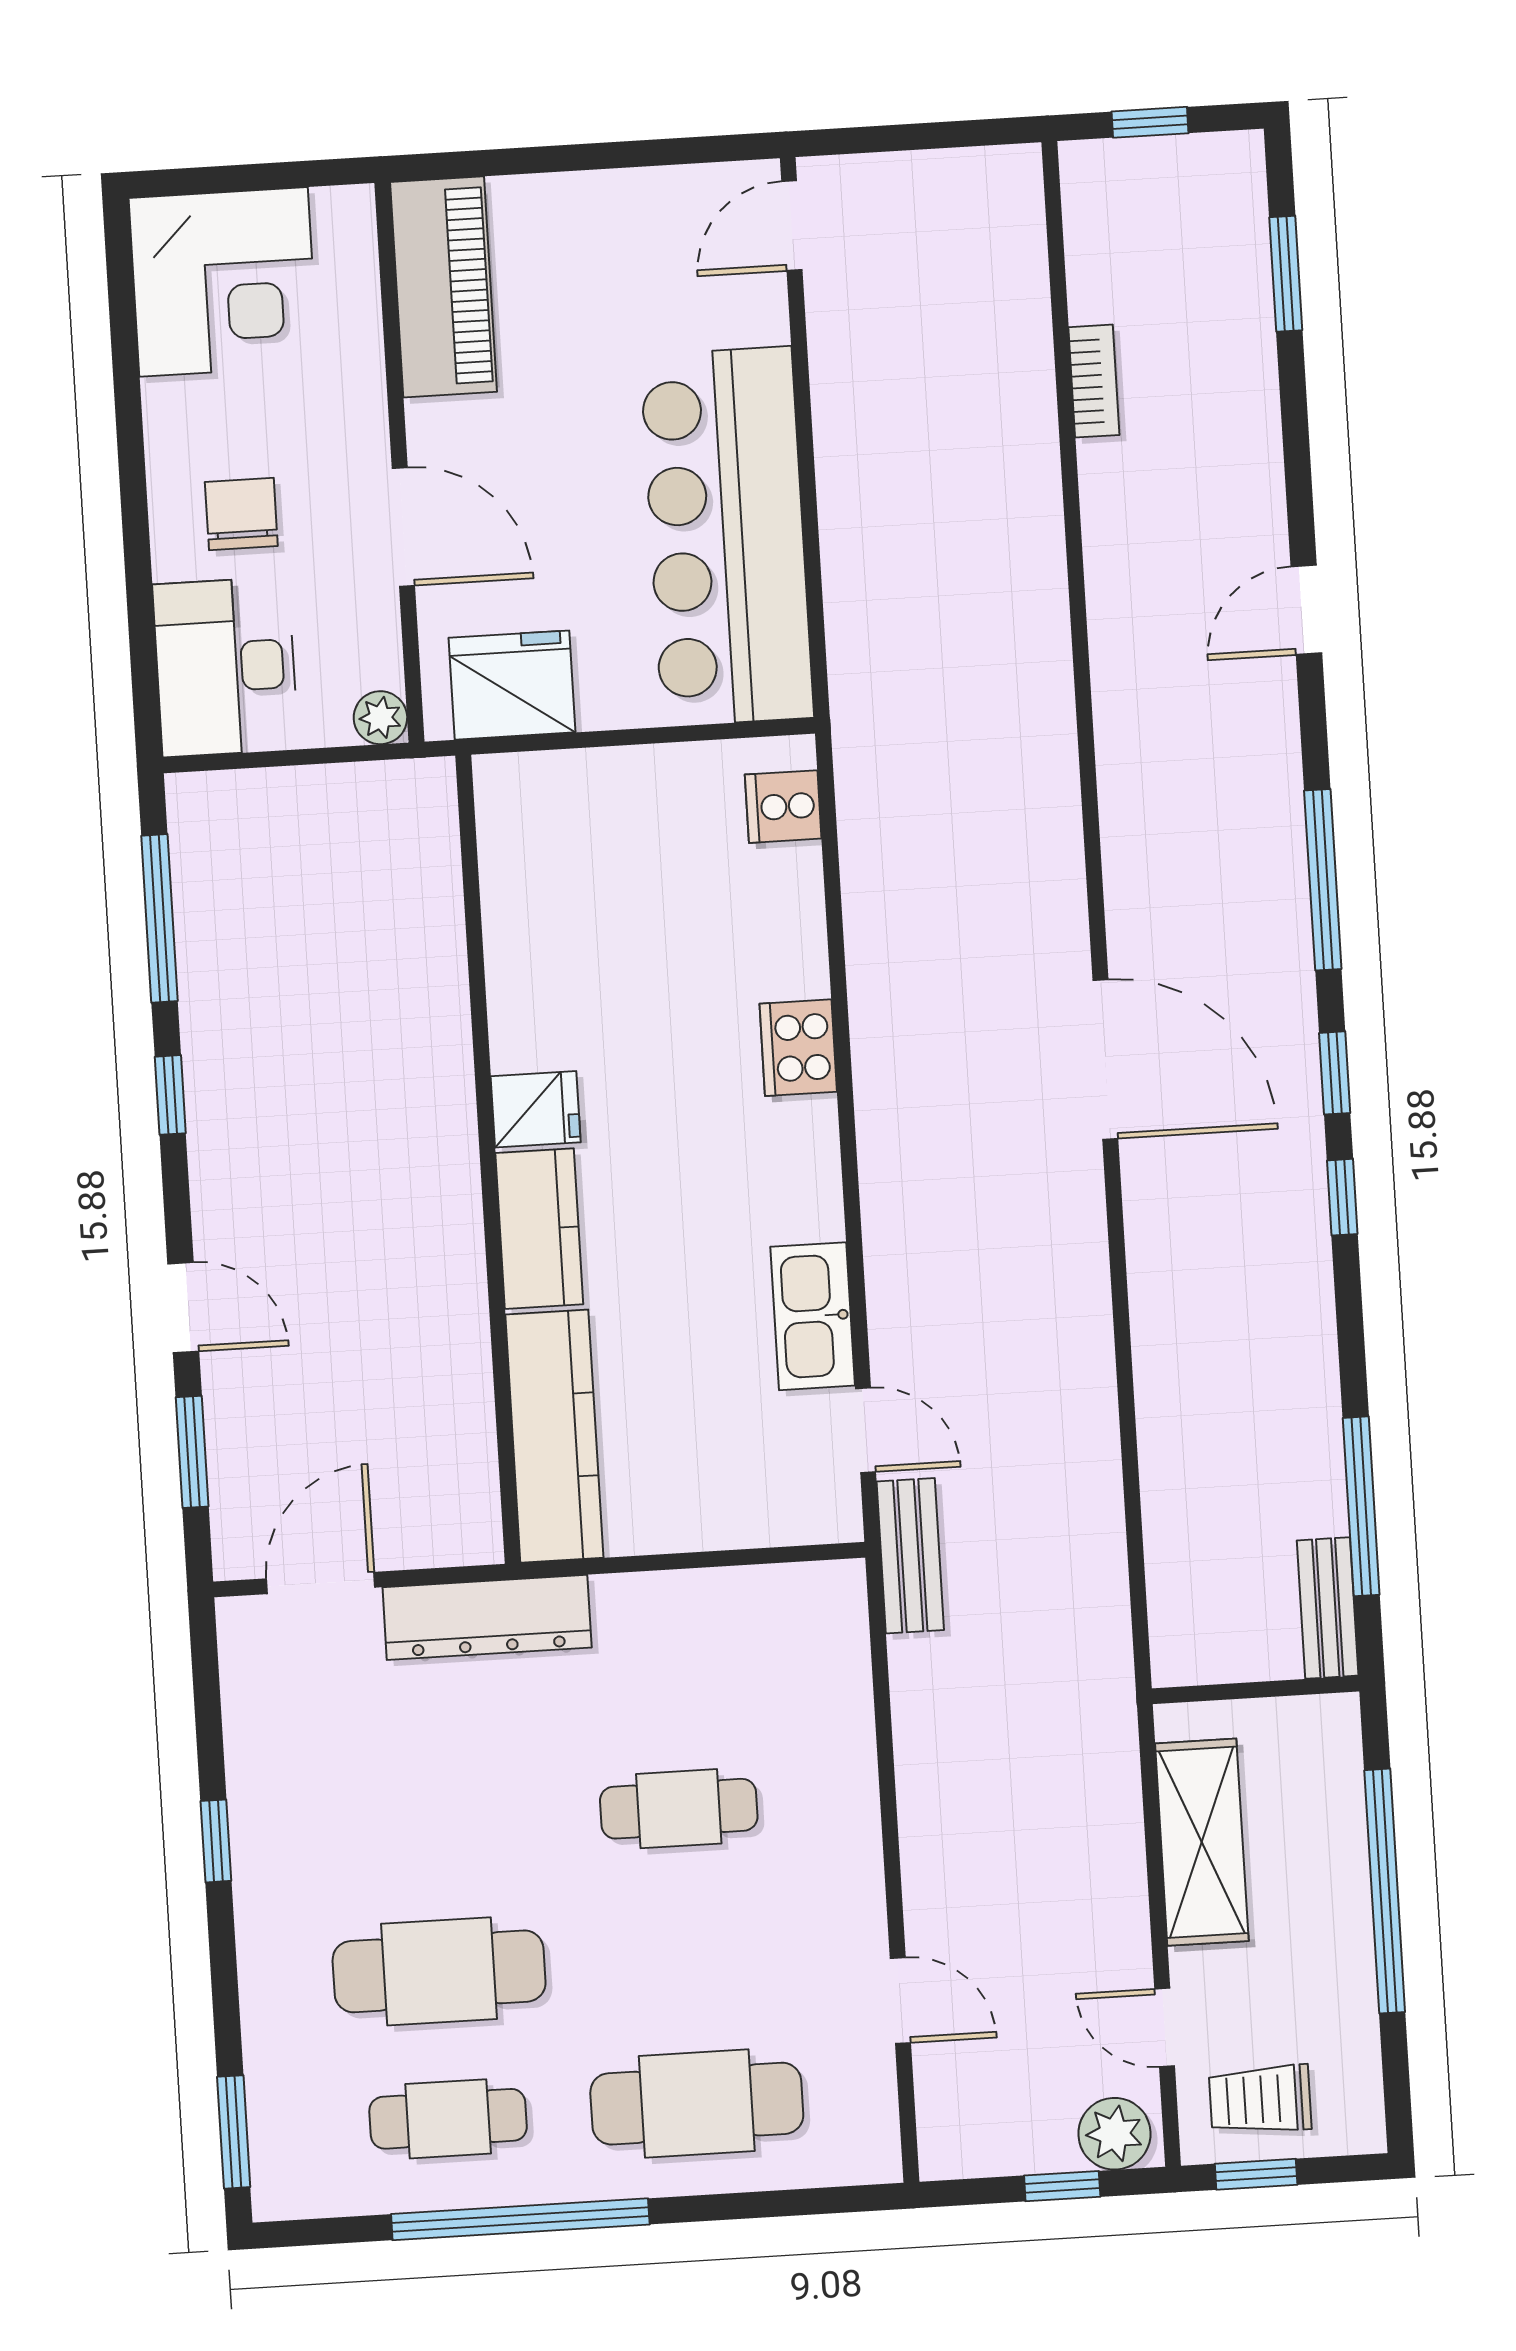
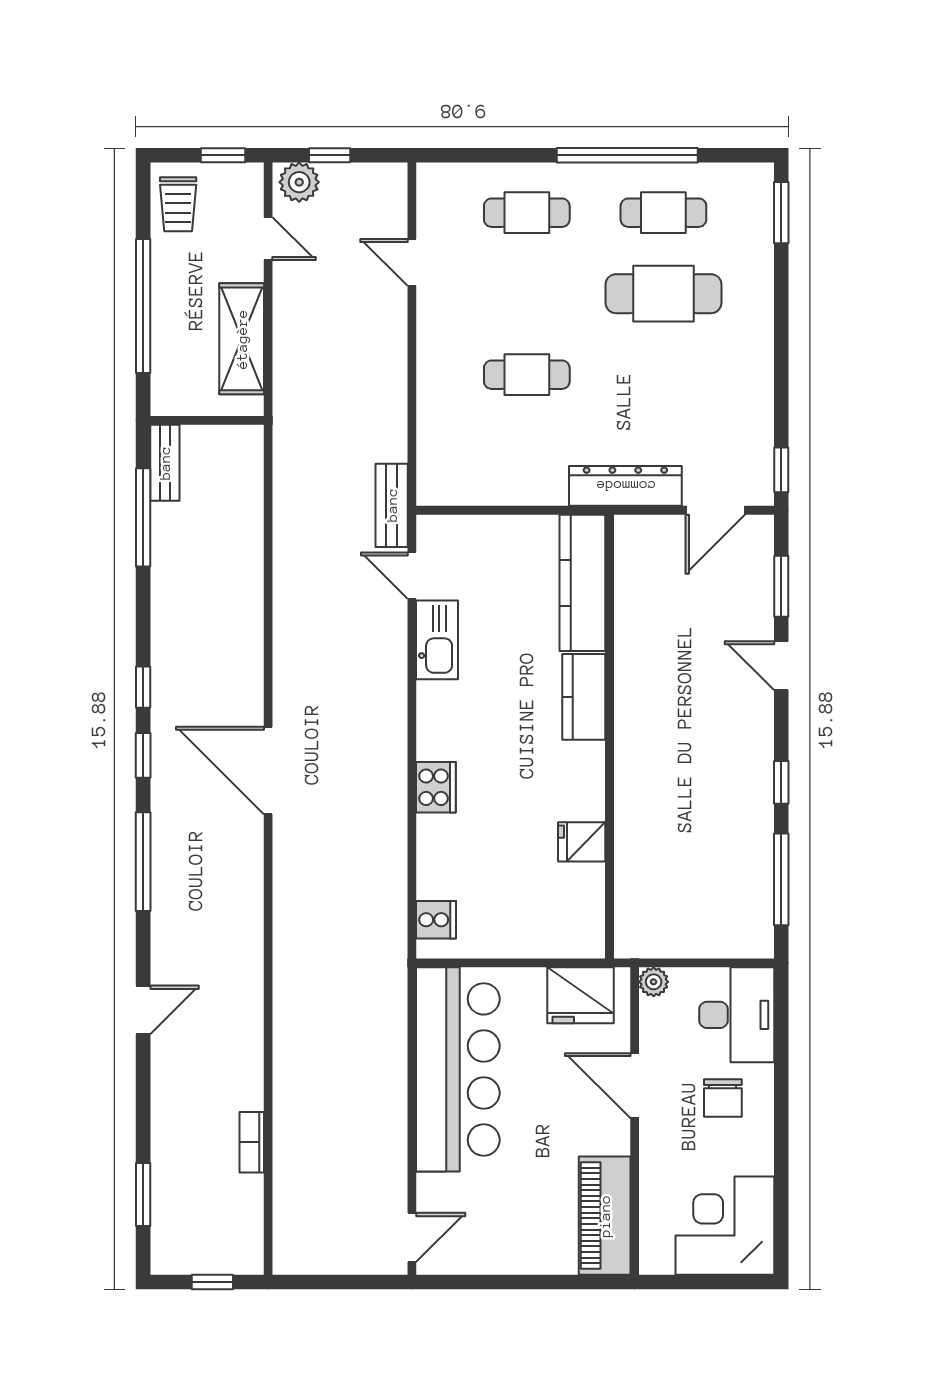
fridge: (536, 1109) -> (582, 842), moved
window: (216, 1841) -> (781, 470), moved
trolley: (1260, 2099) -> (178, 204), moved, turned 90
cafe table: (697, 2104) -> (527, 213), width x0.73, depth x0.74

